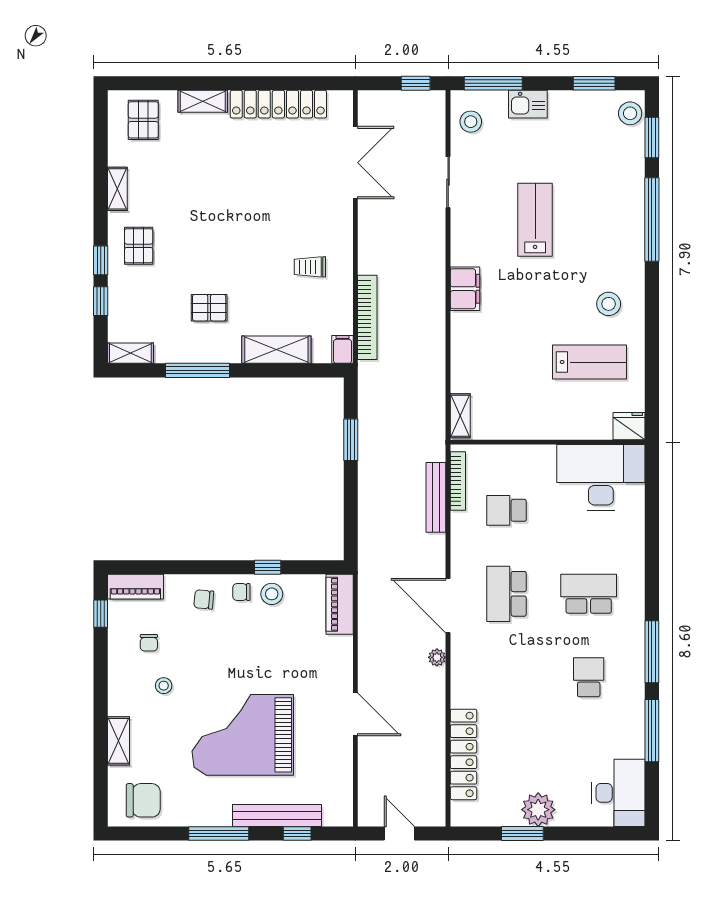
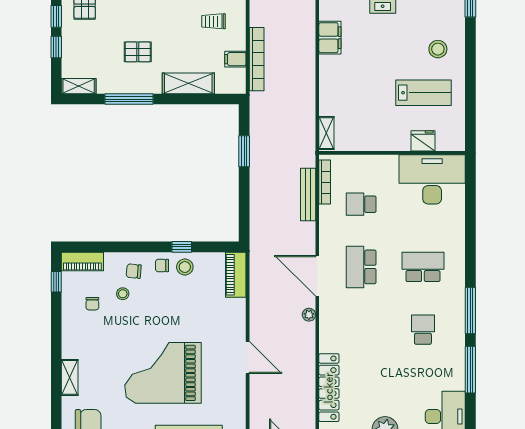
filing cabinet: (343, 349) -> (235, 59), moved, turned -90
fridge: (629, 426) -> (423, 141), moved
stool: (164, 686) -> (123, 294), moved

